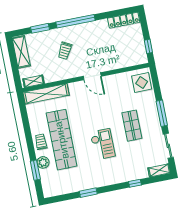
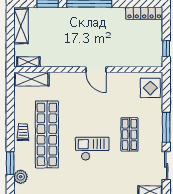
trolley: (65, 51) -> (71, 35), removed
shelving: (46, 94) -> (31, 79), width x0.68
checkout: (103, 144) -> (92, 149), turned -90
plant: (43, 162) -> (21, 177), moved

